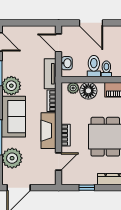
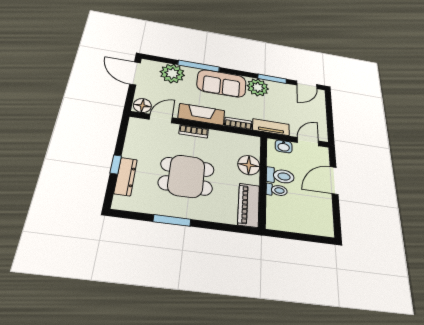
plant: (73, 88) -> (253, 149), removed
door: (59, 161) -> (161, 119), swing flipped
floor lamp: (49, 177) -> (142, 106), added
window: (87, 188) -> (116, 164), moved

